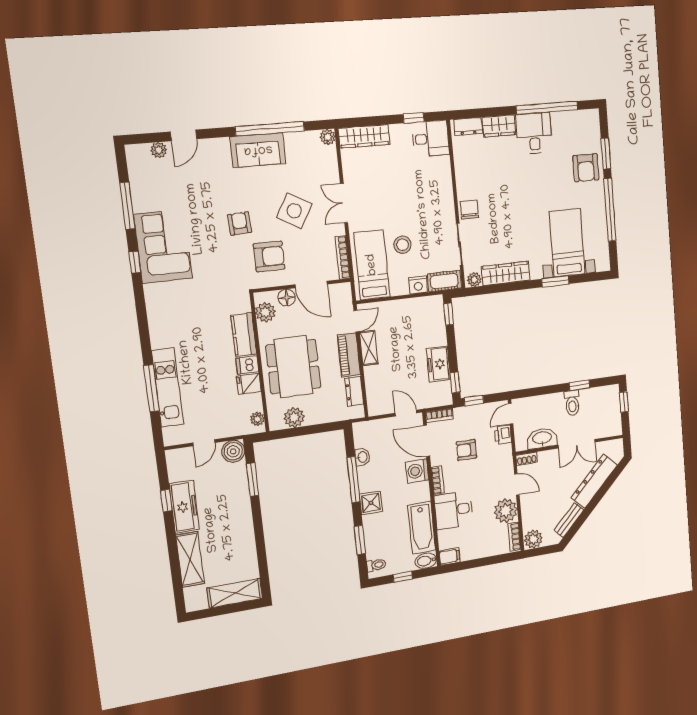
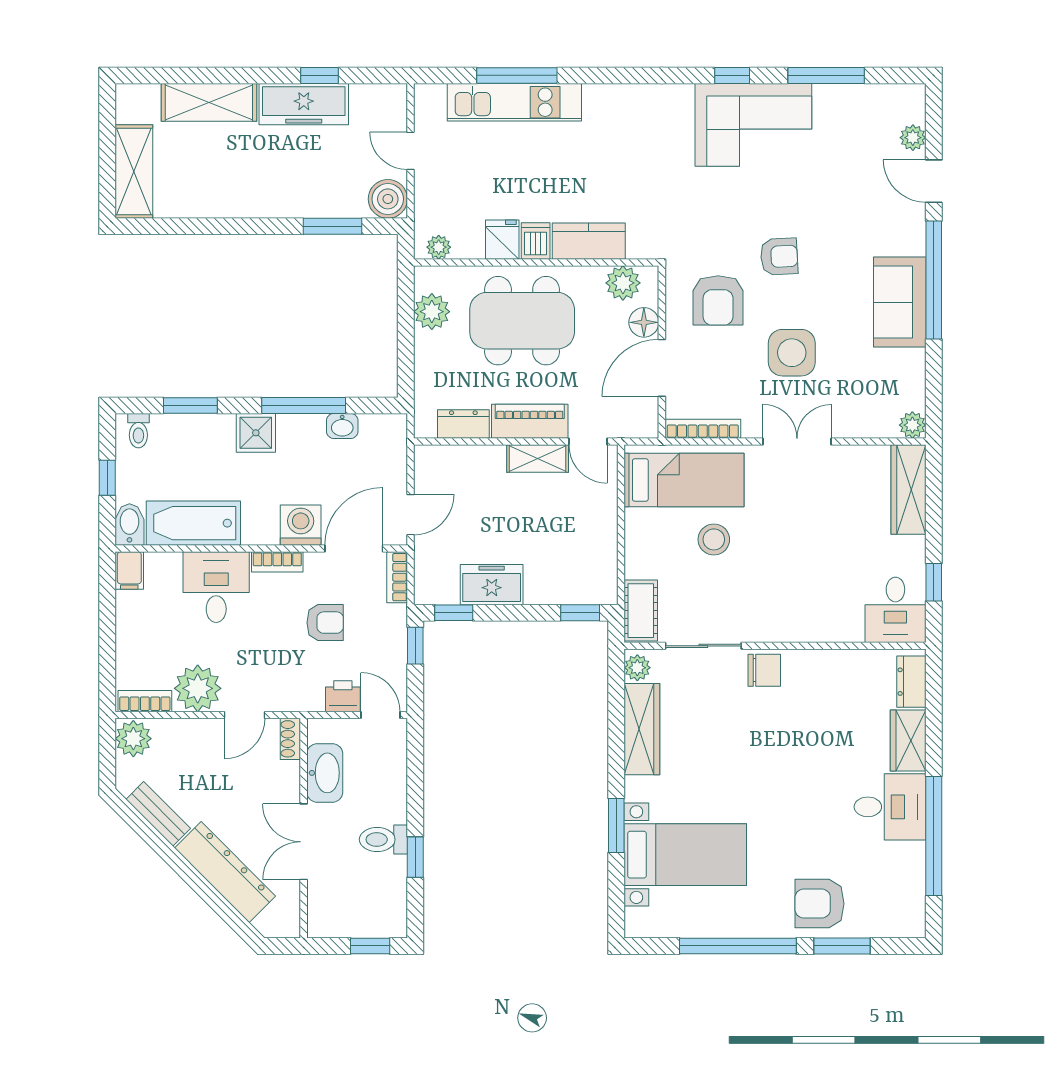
window: (270, 129) -> (934, 280), moved
side table: (294, 211) -> (792, 353), turned -30
nightstand: (418, 285) -> (639, 561), removed
armchair: (466, 450) -> (325, 623), turned 90

